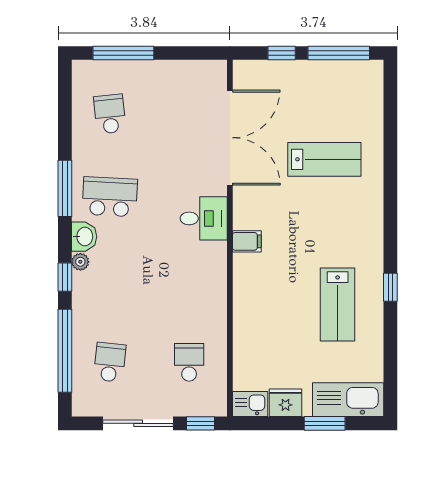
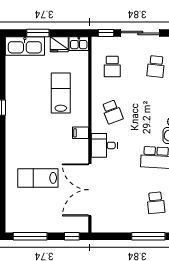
window: (282, 53) -> (72, 236), moved
school desk: (189, 280) -> (112, 112), added
lab bench: (338, 304) -> (61, 93), moved

